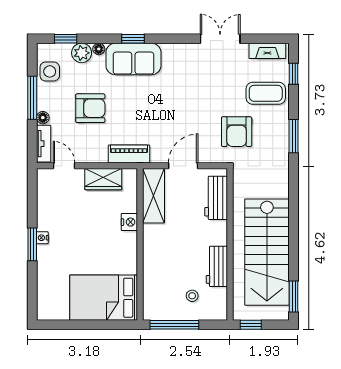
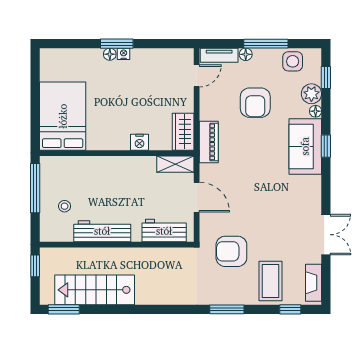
wardrobe: (103, 179) -> (183, 132), moved
shelving: (153, 196) -> (175, 164), width x0.67, depth x0.75
floor lamp: (43, 251) -> (110, 54), added
stairs: (267, 252) -> (95, 290), width x0.73, depth x0.66
workbench: (217, 266) -> (102, 231), width x1.37

